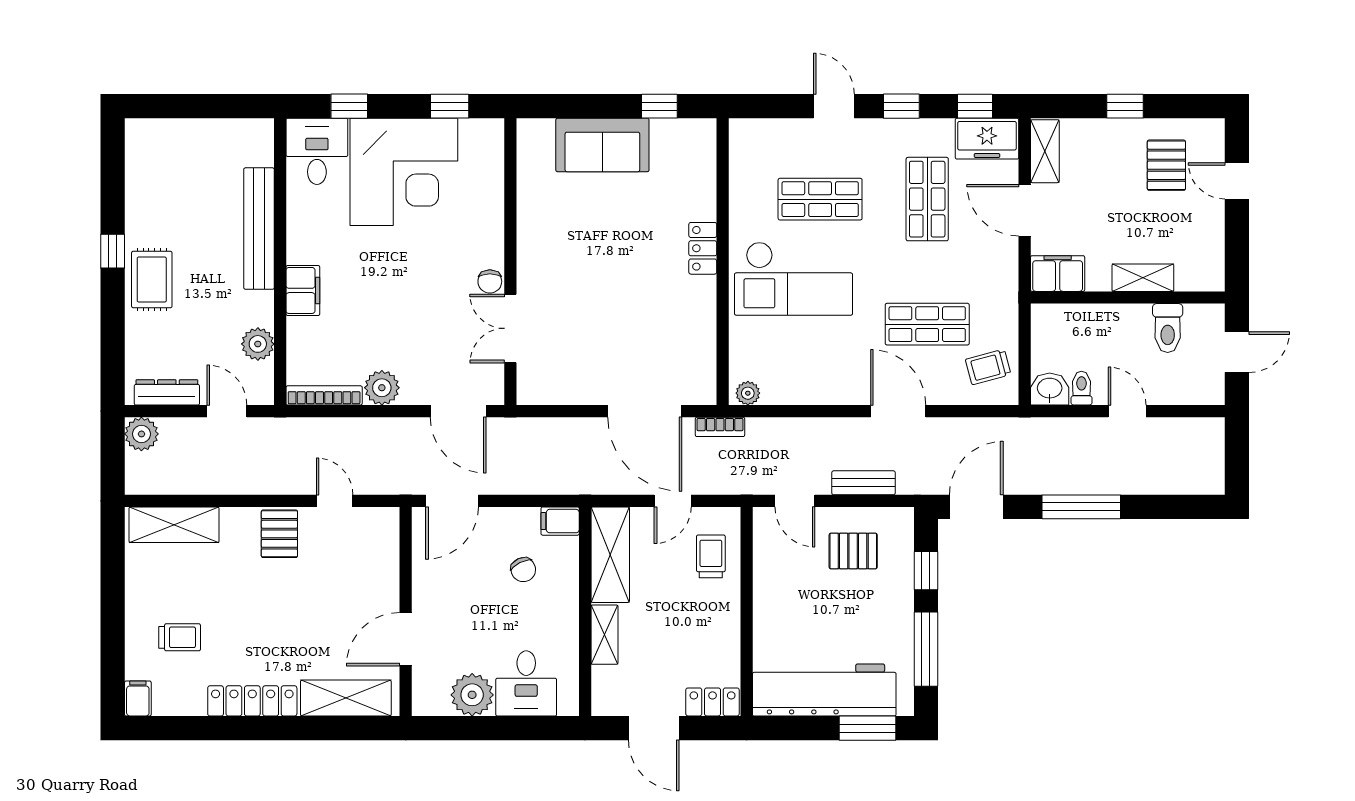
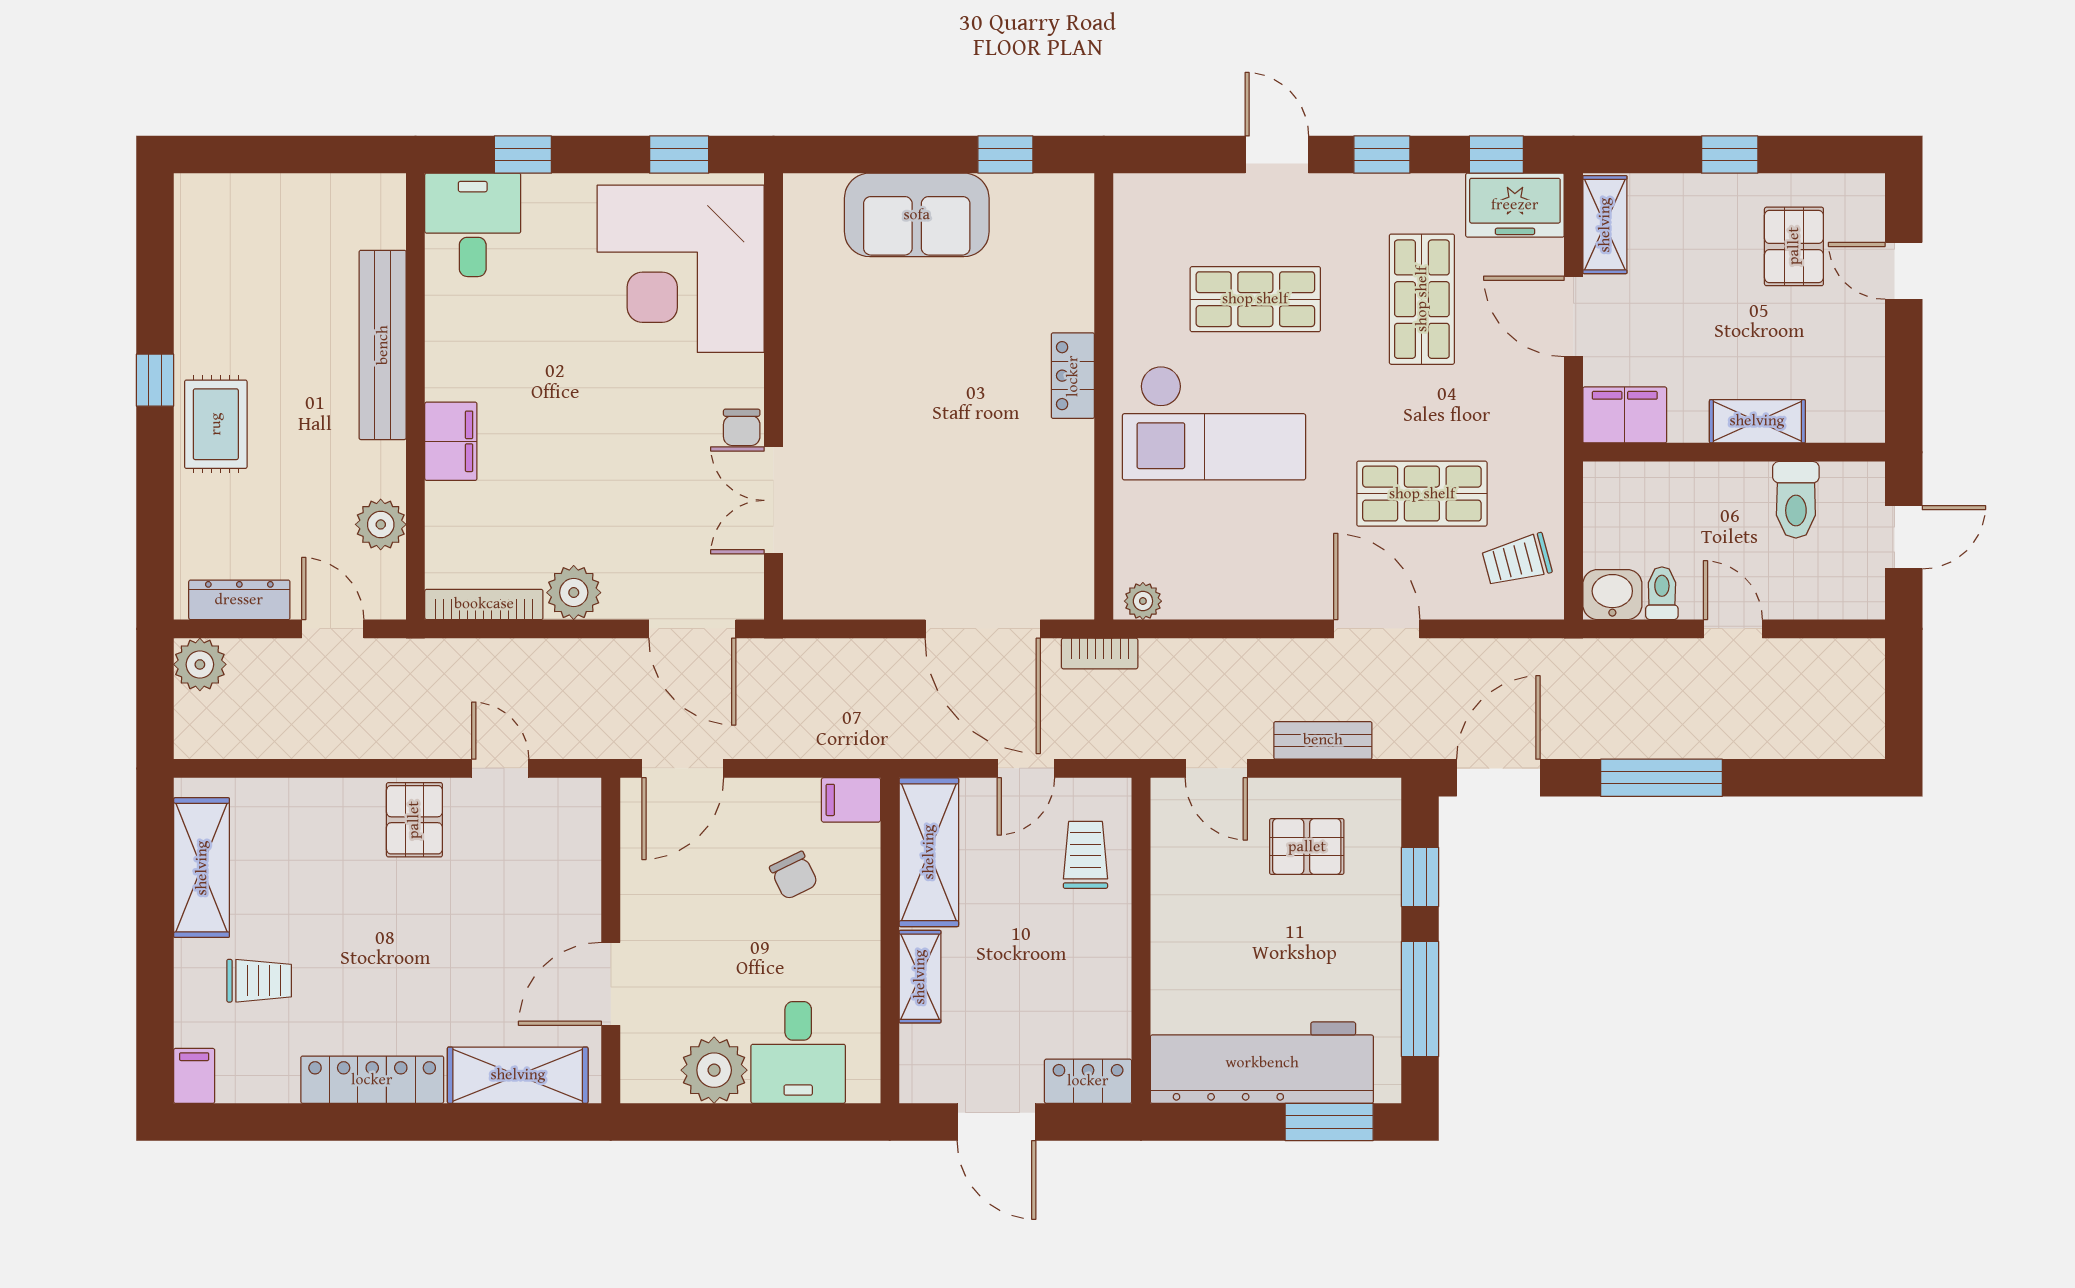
corner desk: (404, 172) -> (681, 269), moved, turned 90
shelving: (174, 525) -> (202, 868), moved, turned 90

